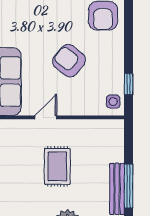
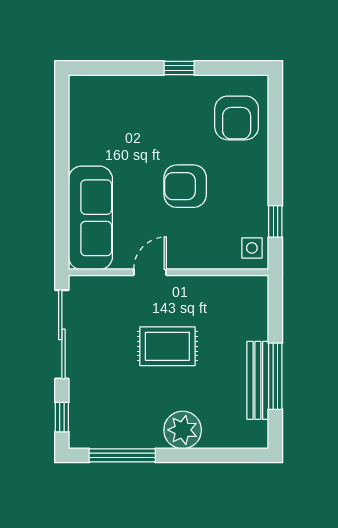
armchair: (69, 61) -> (185, 186), turned -39
rug: (57, 166) -> (167, 346), turned 90

